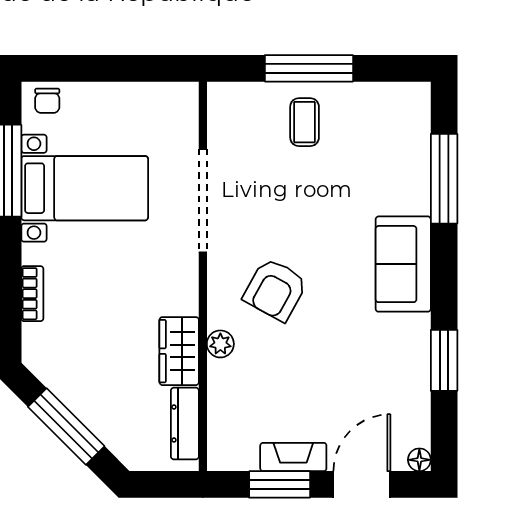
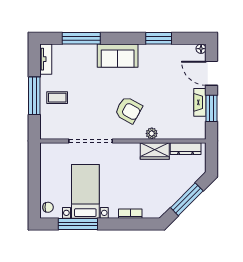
tv unit: (395, 95) -> (46, 59), added

